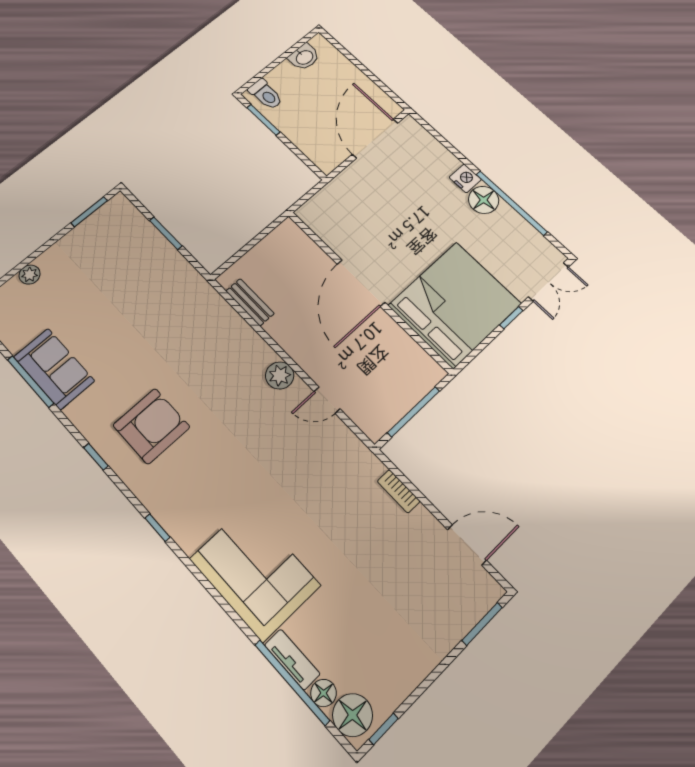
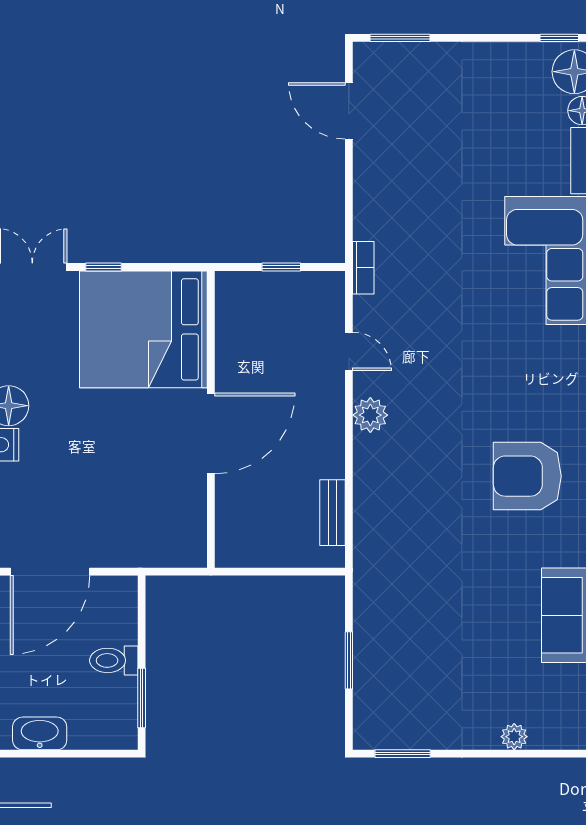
washbasin: (304, 57) -> (40, 733), width x1.38
toilet: (266, 94) -> (114, 660), moved, turned -90
window: (414, 412) -> (281, 267), width x0.46
bookcase: (399, 491) -> (363, 268), moved

